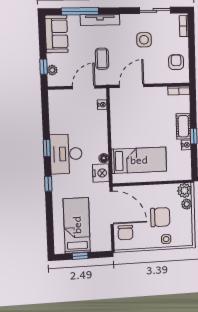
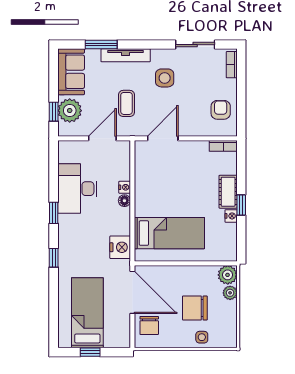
window: (80, 11) -> (101, 45), width x0.69
side table: (144, 40) -> (165, 78), moved
plant: (52, 70) -> (70, 111), width x1.88, depth x1.88
nightstand: (102, 105) -> (125, 187), moved
desk: (66, 154) -> (77, 189), moved
floor lamp: (104, 158) -> (124, 201), moved
chair: (160, 217) -> (195, 308), turned 180

